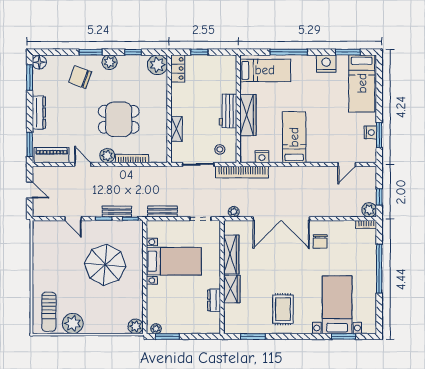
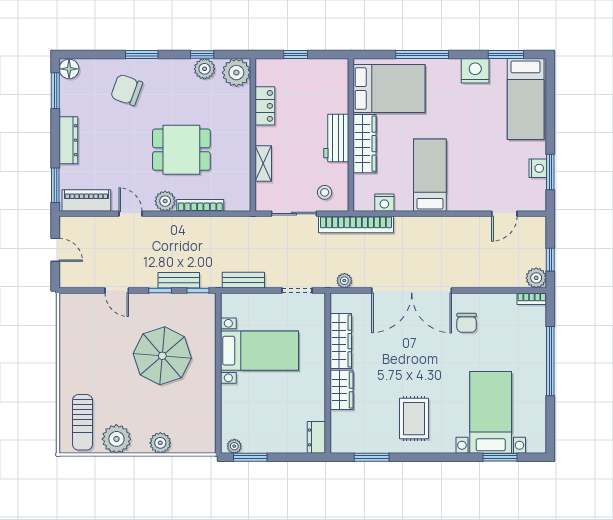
plant: (110, 62) -> (205, 69), moved
locker: (178, 68) -> (265, 106), moved
bed: (265, 70) -> (389, 89), width x1.50
dresser: (214, 300) -> (316, 437), moved
plant: (136, 326) -> (160, 443), moved

